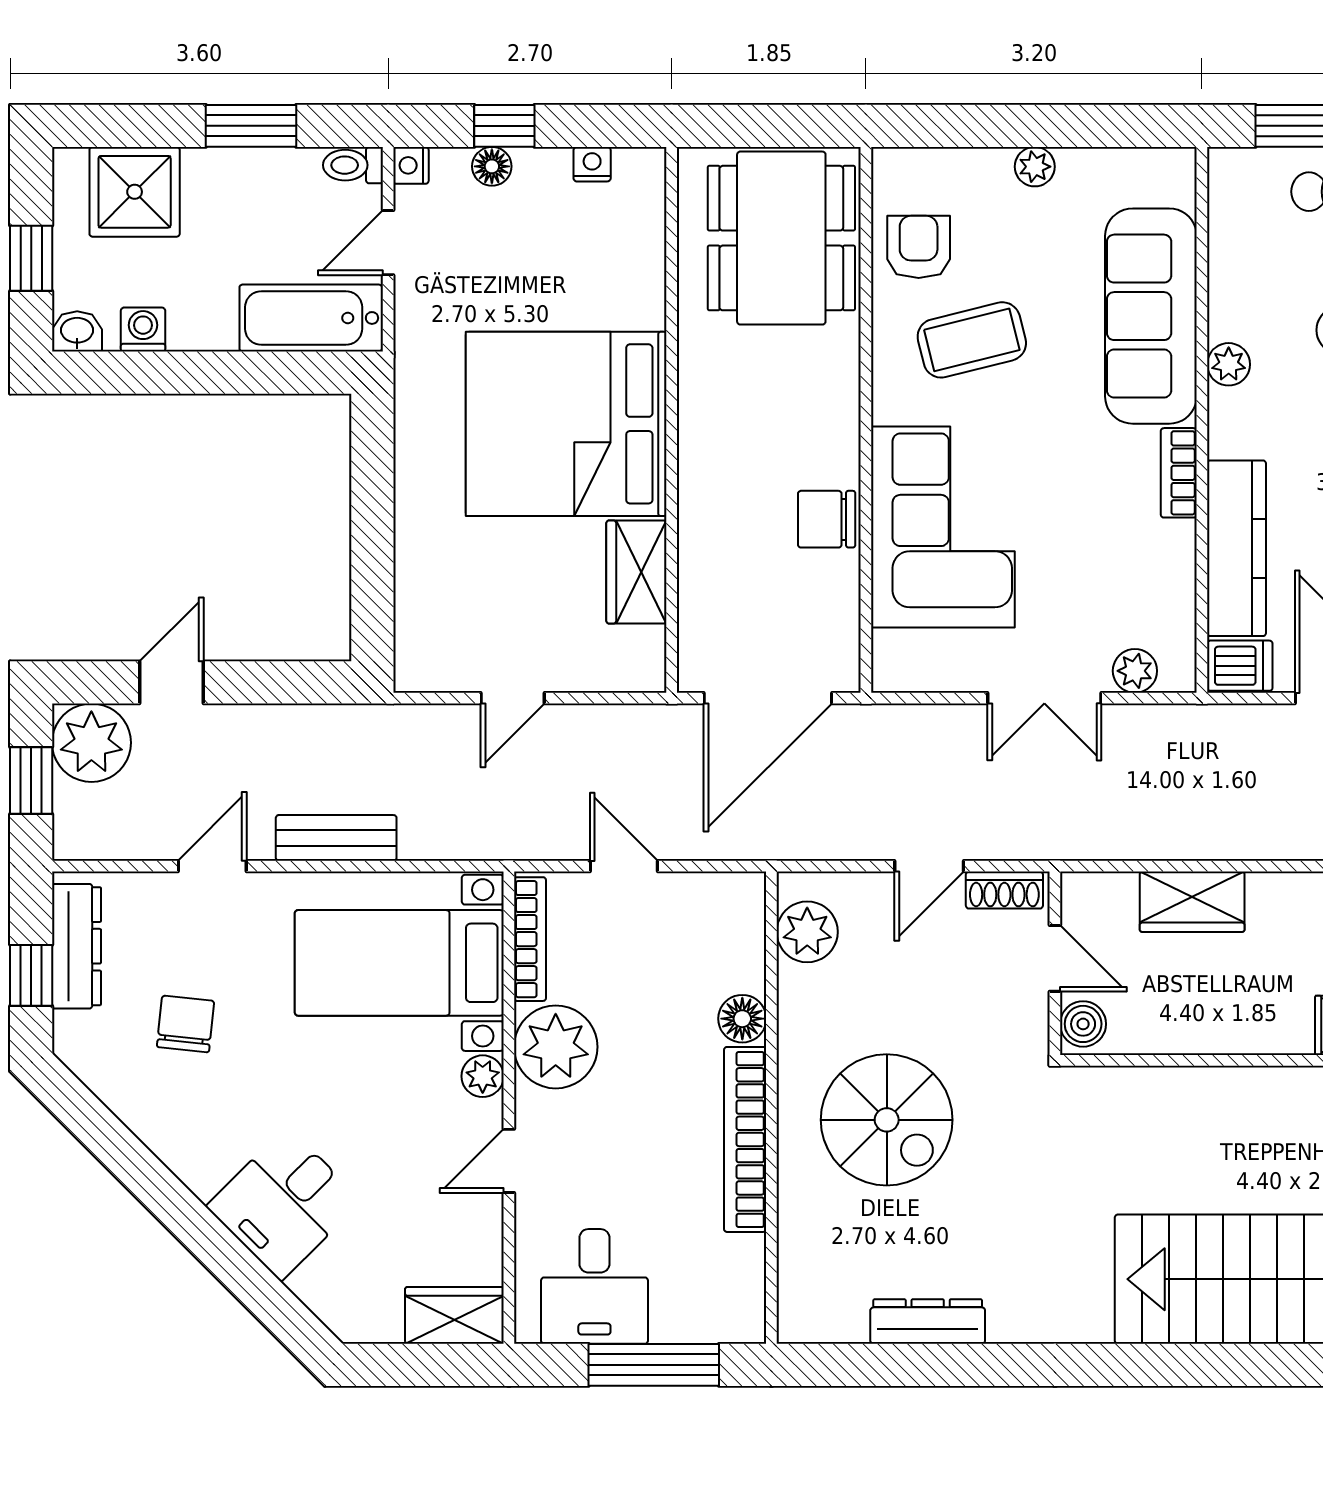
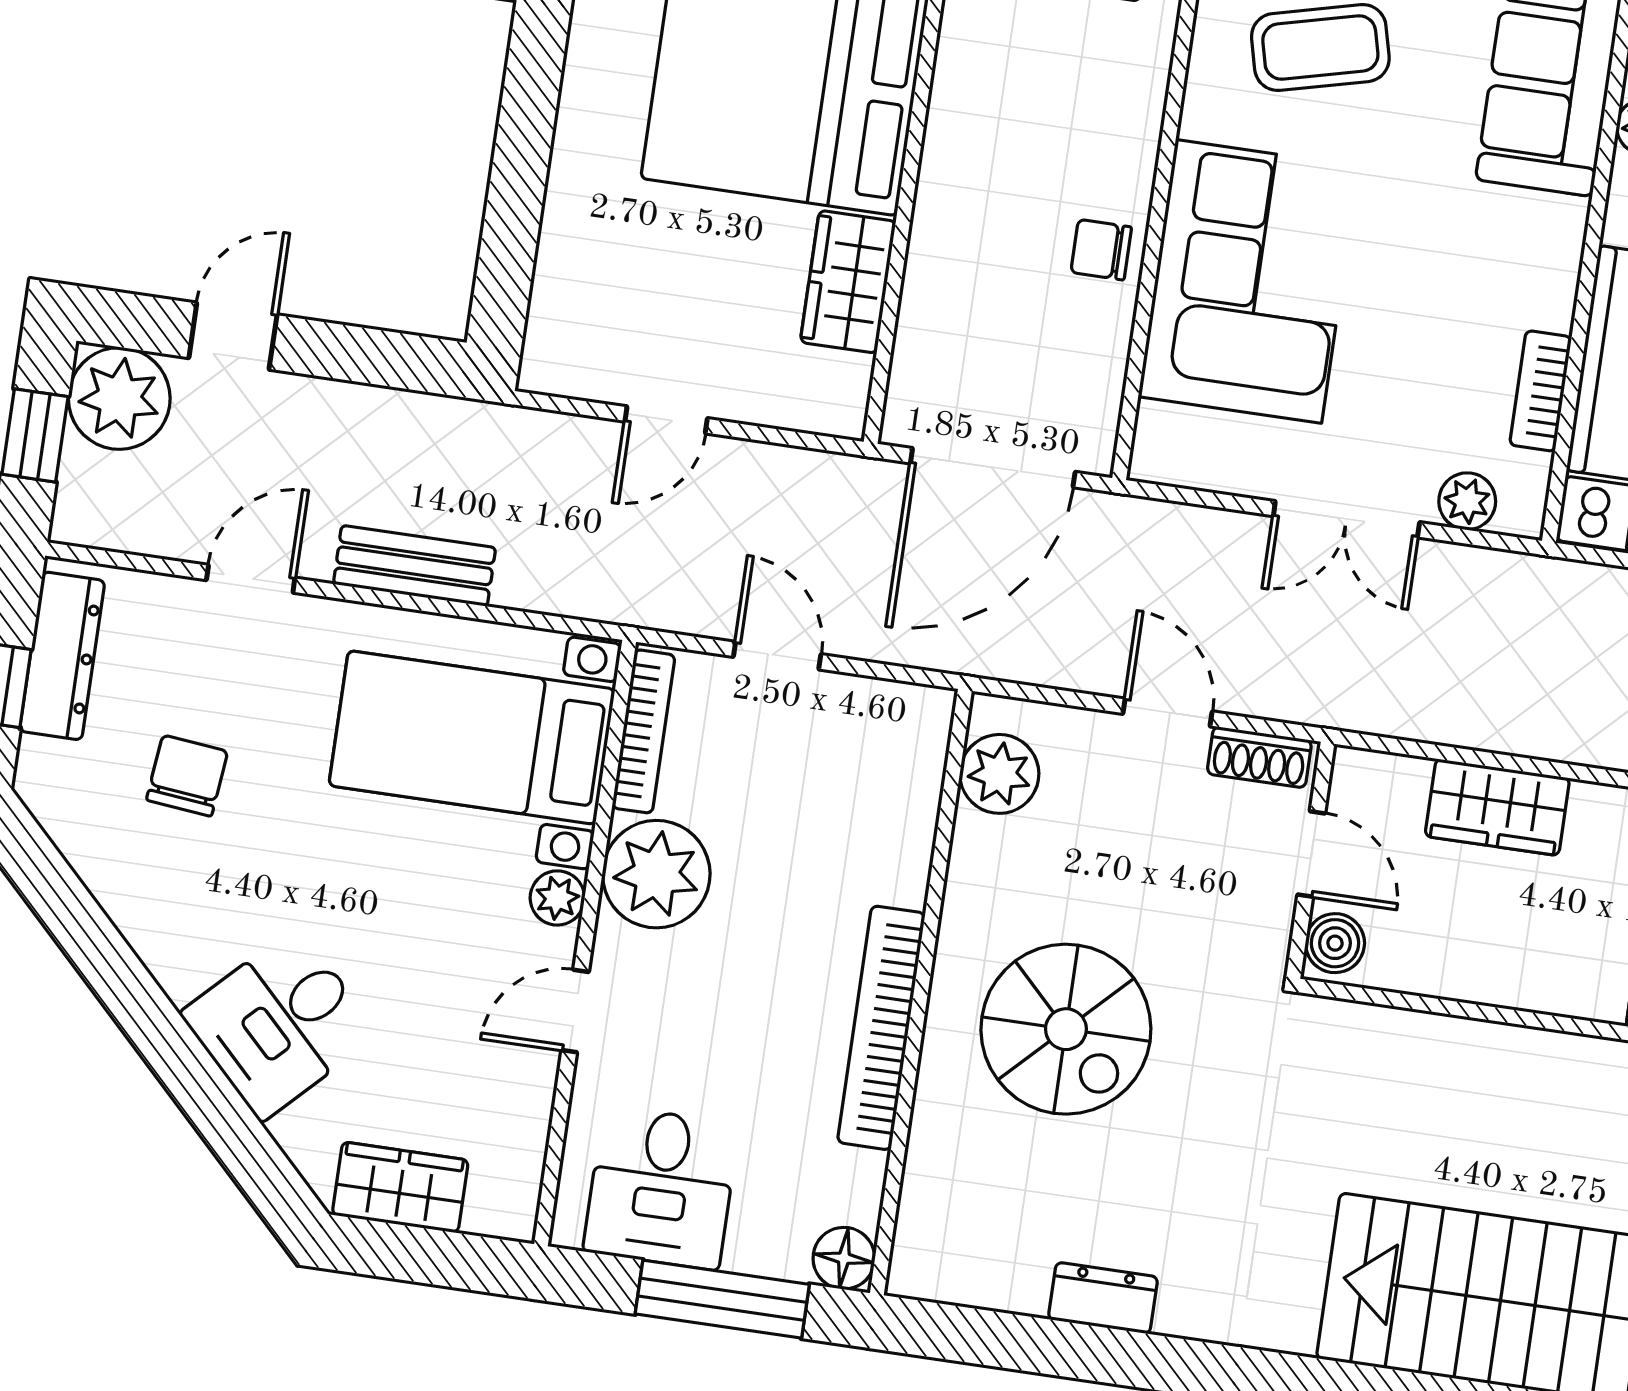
bookcase: (1179, 473) -> (1541, 391), moved
chair: (827, 519) -> (1101, 250), width x0.73, depth x0.73
door: (929, 866) -> (1168, 713), swing flipped
floor lamp: (742, 1019) -> (844, 1258), moved
wardrobe: (454, 1315) -> (400, 1187), moved
dresser: (928, 1322) -> (1103, 1298), width x0.70

